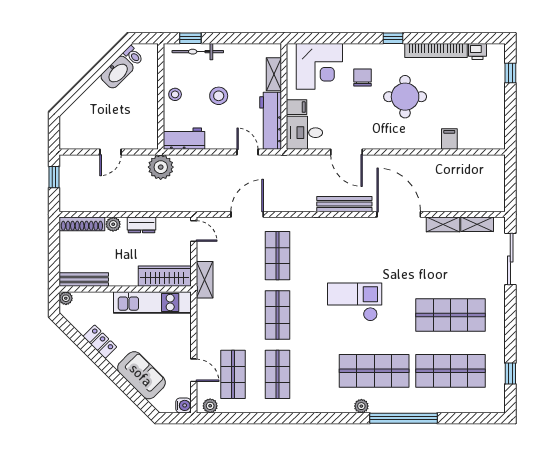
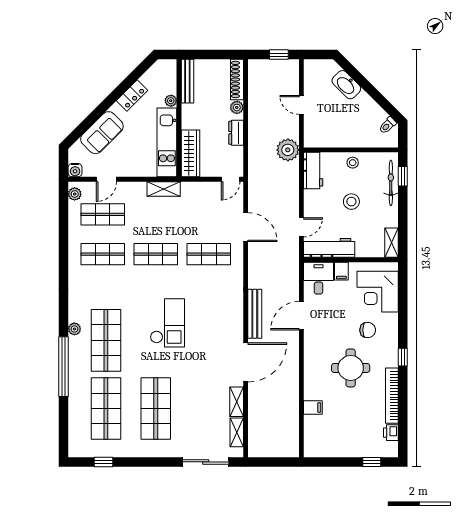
washbasin: (117, 72) -> (346, 85), moved
shelving: (274, 74) -> (391, 243), moved, turned 90
shelving: (205, 280) -> (164, 189), moved
plant: (66, 298) -> (171, 101), moved

